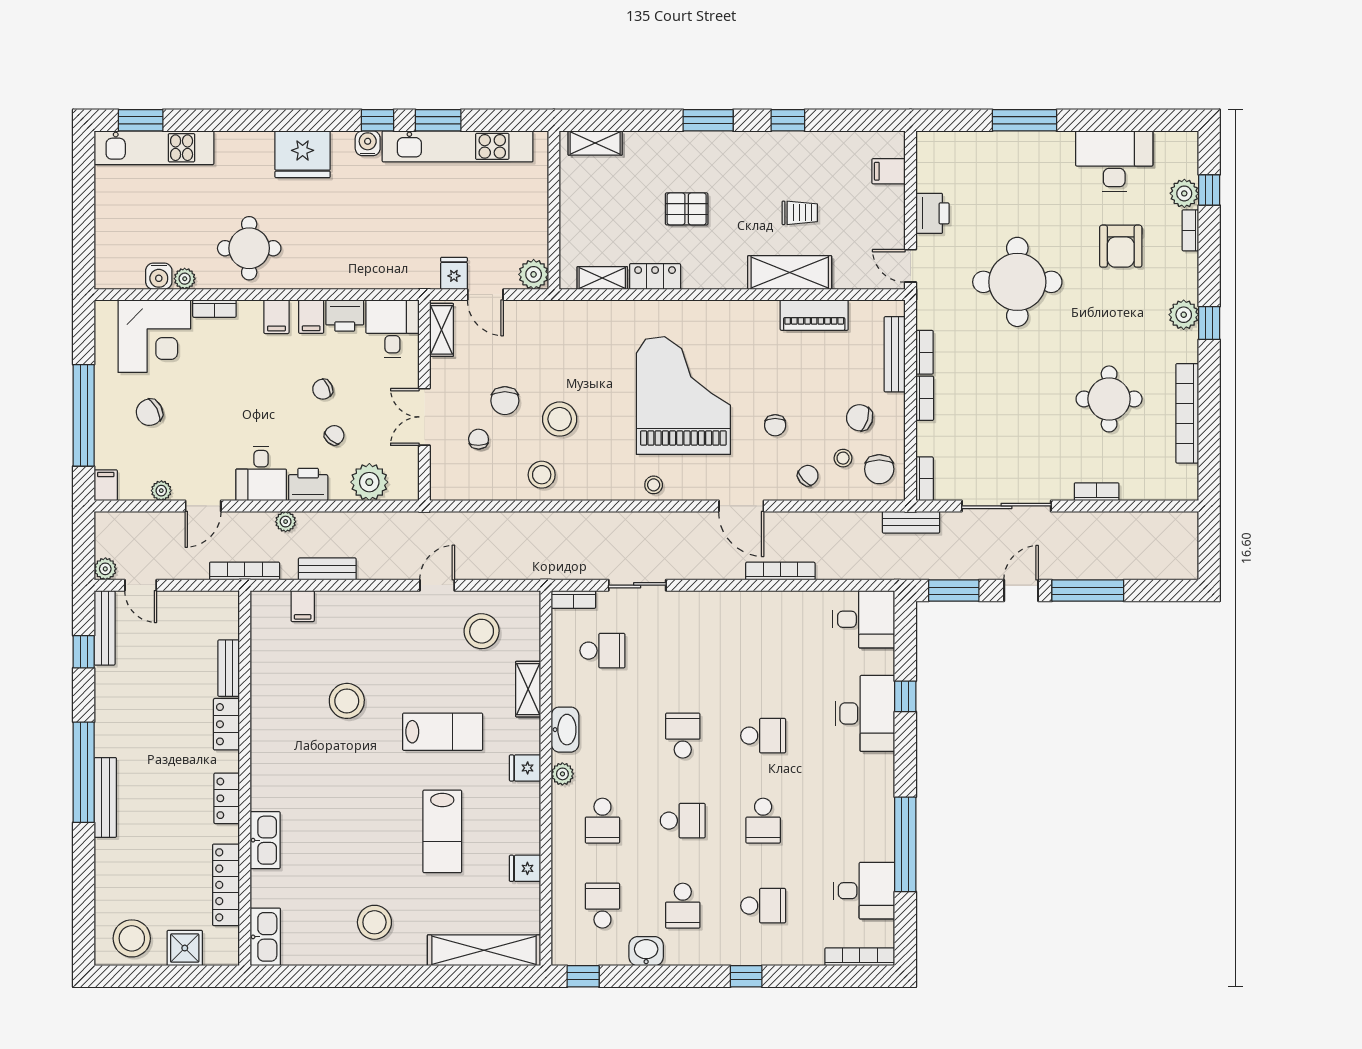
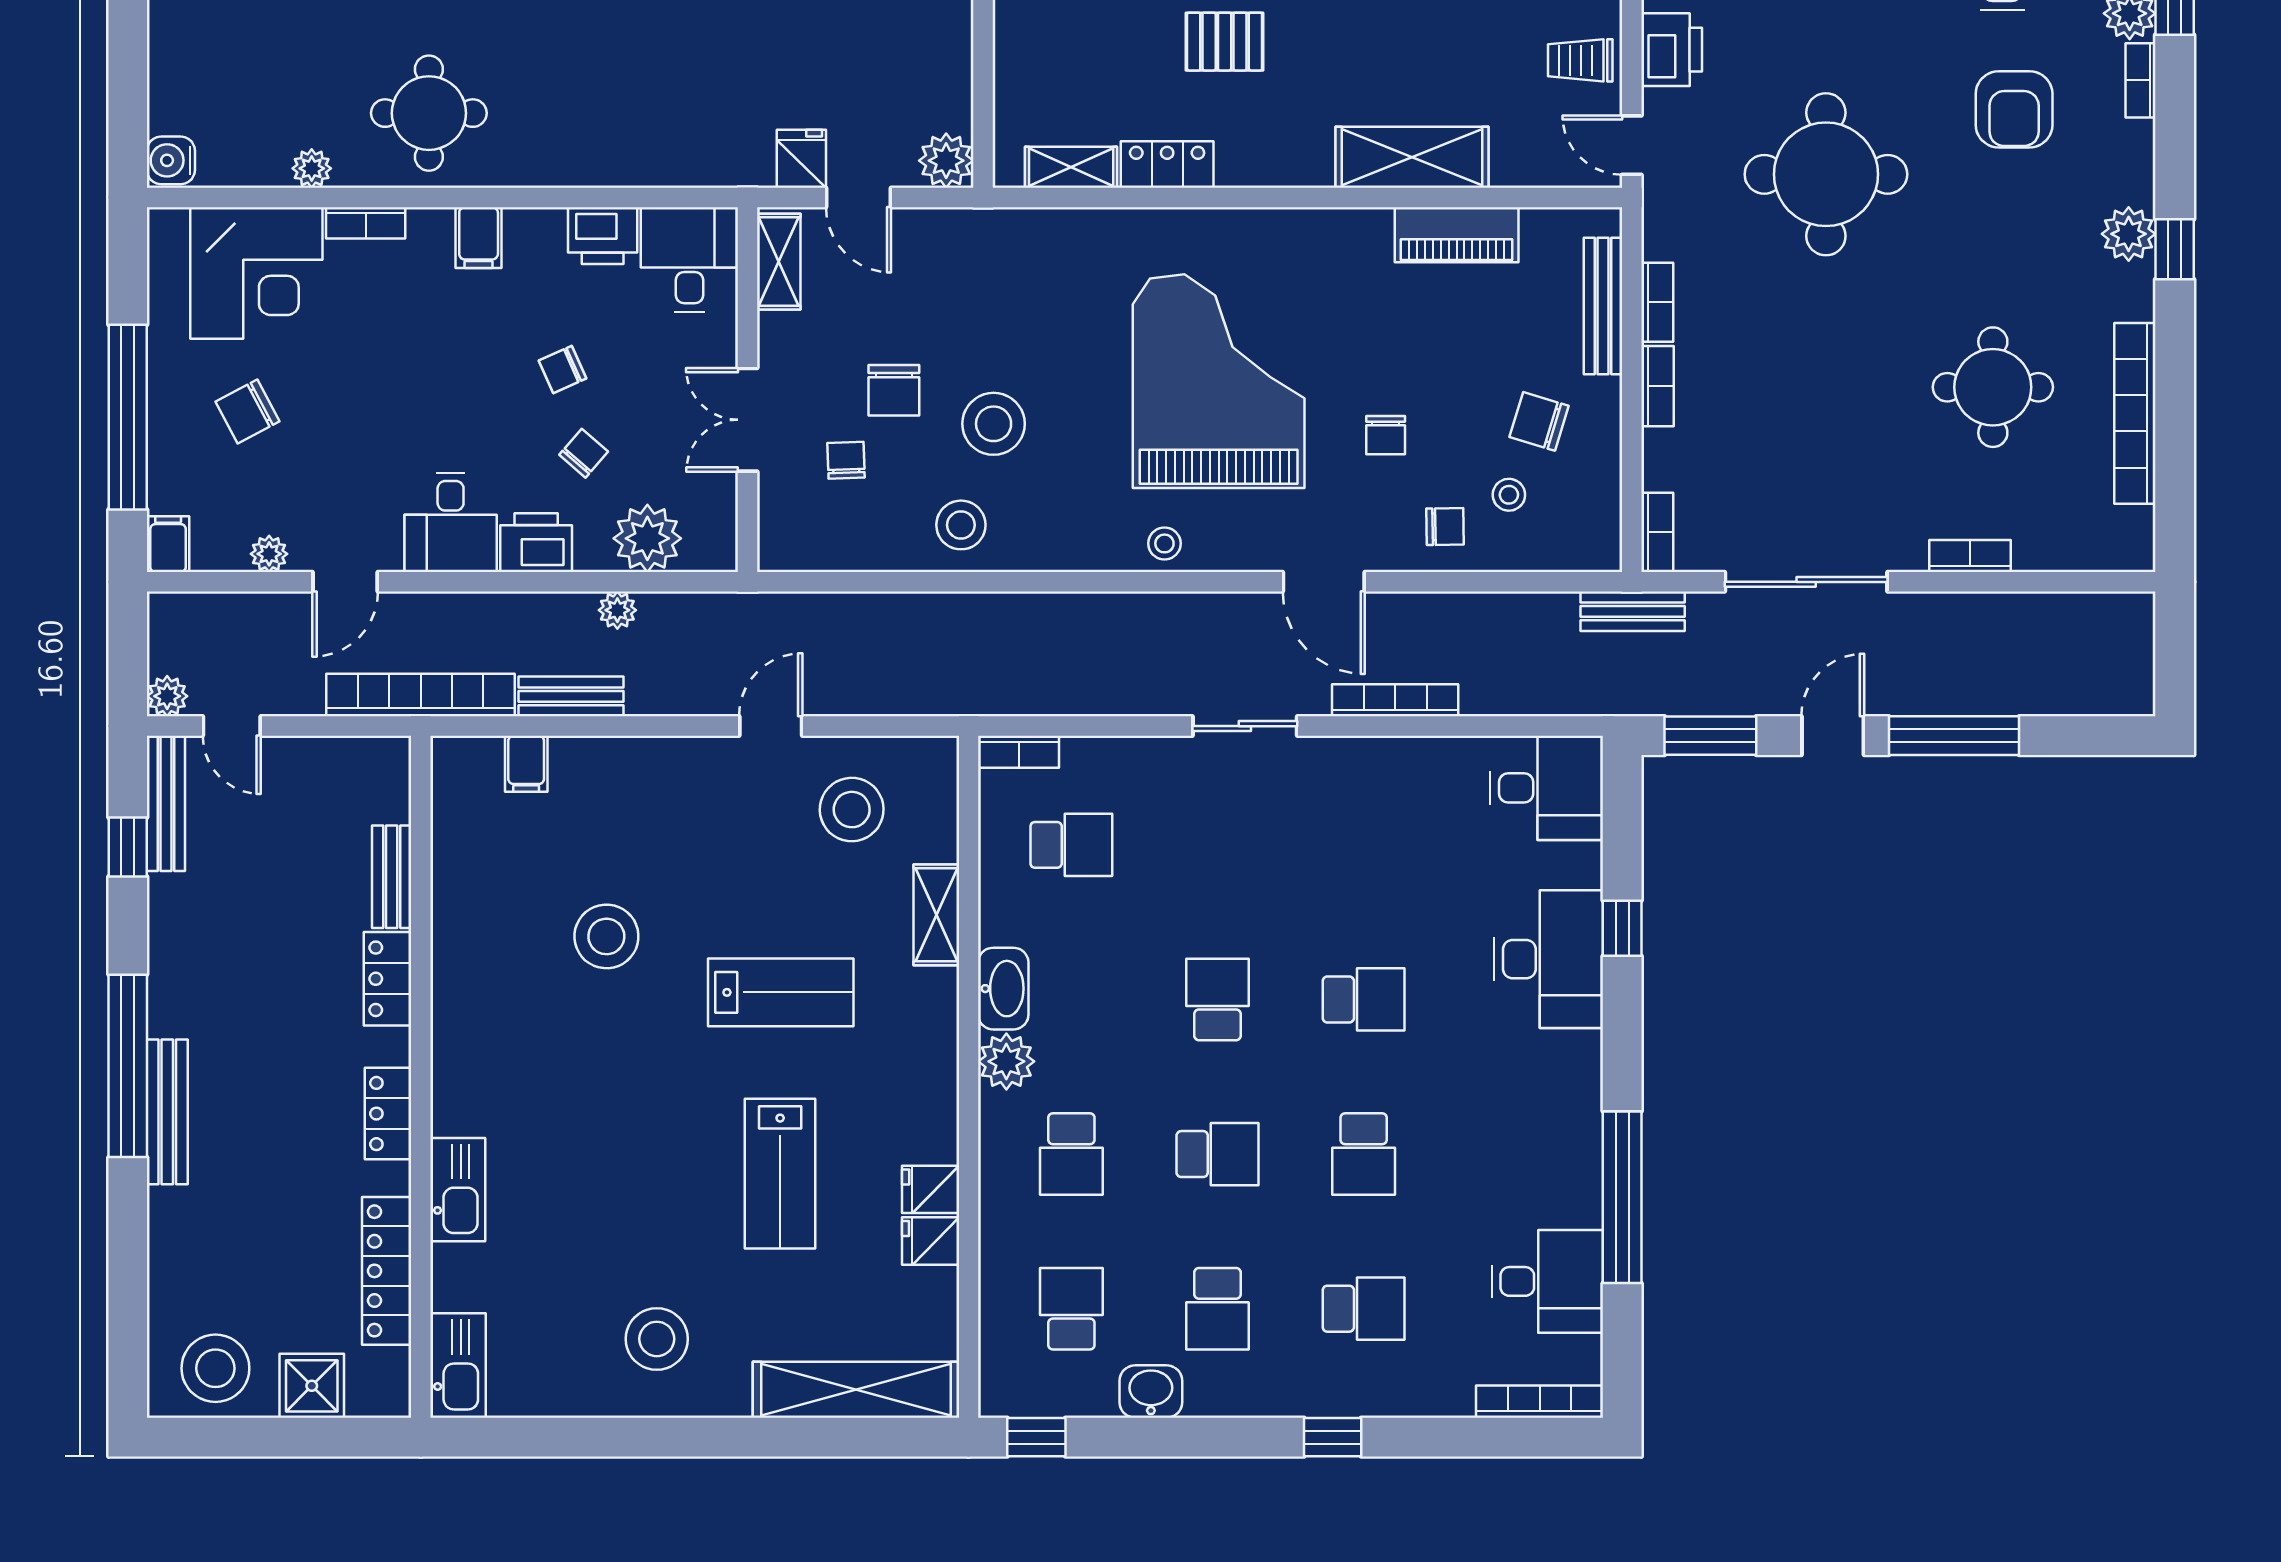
trolley: (800, 213) -> (1580, 60), moved, turned 180
water cooler: (159, 276) -> (171, 160), moved, turned 90
filing cabinet: (311, 317) -> (542, 237), removed
chair: (879, 469) -> (1575, 515), removed
chair: (808, 476) -> (1445, 527), turned 41
plant: (286, 522) -> (617, 610), moved
bookcase: (245, 571) -> (421, 695), width x1.48, depth x1.31
sliding door: (637, 585) -> (1245, 726), moved
fridge: (525, 768) -> (931, 1189), moved
plant: (562, 774) -> (1006, 1061), width x1.38, depth x1.38

